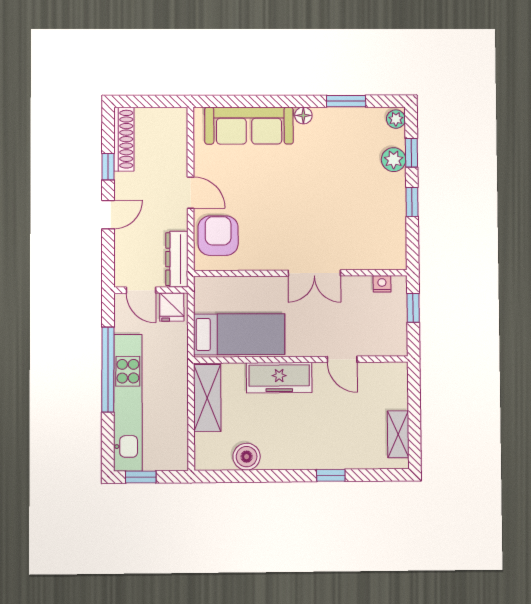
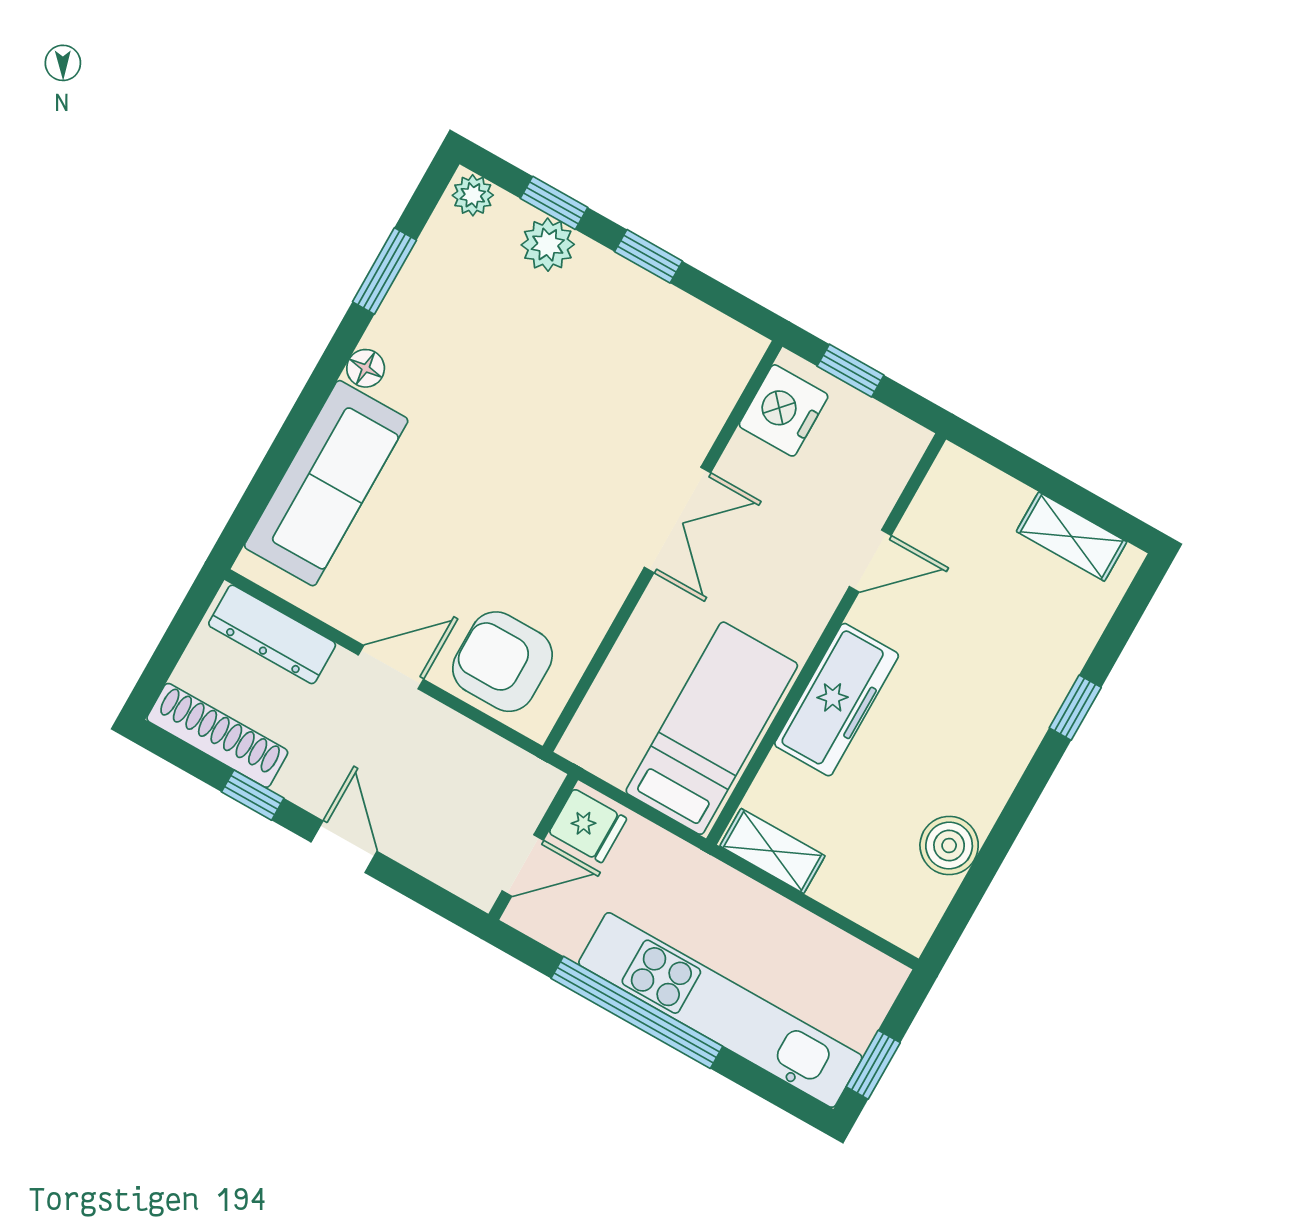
dresser: (177, 259) -> (272, 634), moved
nightstand: (382, 284) -> (784, 410), width x1.89, depth x1.79
shelving: (207, 398) -> (772, 851), width x0.67, depth x0.75

